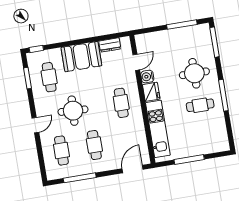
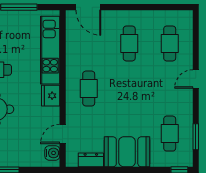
water cooler: (147, 77) -> (52, 153), moved
round table: (73, 111) -> (148, 89), removed
door: (133, 169) -> (88, 7), hinge flipped
window: (80, 178) -> (153, 7), removed

